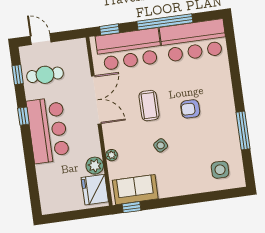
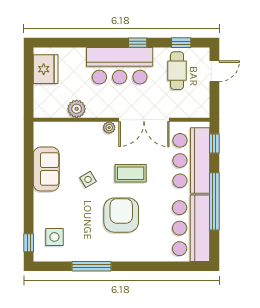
armchair: (190, 109) -> (121, 215), width x1.88, depth x1.88
plant: (112, 155) -> (109, 128), moved
fridge: (95, 190) -> (46, 69), moved, turned 90
sofa: (135, 190) -> (46, 169), moved
window: (131, 207) -> (29, 243), moved

